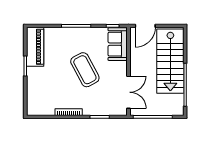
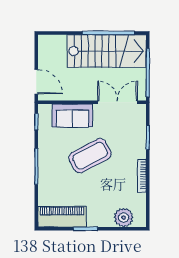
sofa: (118, 44) -> (72, 116), moved
stairs: (170, 61) -> (107, 51), moved
plant: (34, 97) -> (124, 218), added

